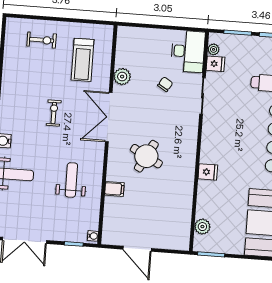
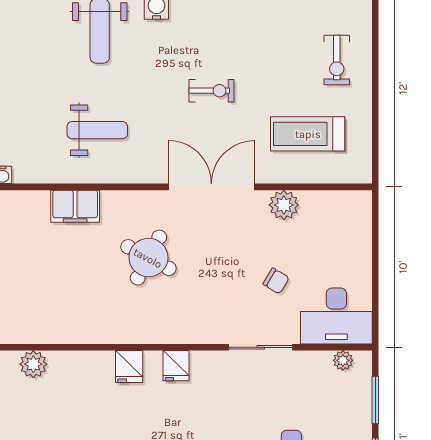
fridge: (215, 64) -> (176, 366), moved
filing cabinet: (114, 189) -> (75, 206), width x2.00

